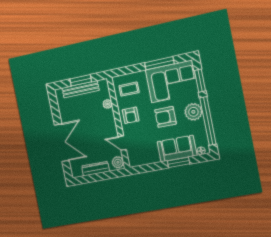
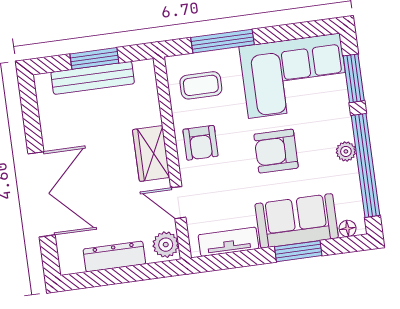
window: (159, 63) -> (223, 41), moved
plant: (108, 104) -> (151, 115), removed
plant: (193, 112) -> (346, 151), width x0.53, depth x0.53
wardrobe: (109, 122) -> (151, 154), added
tv unit: (146, 160) -> (228, 242), added

